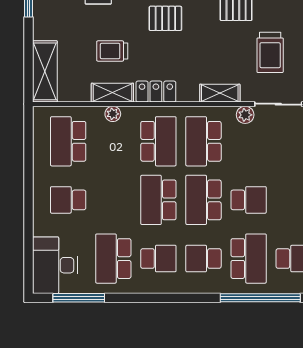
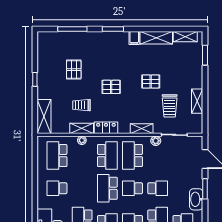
school desk: (204, 200) -> (133, 188), width x0.54

